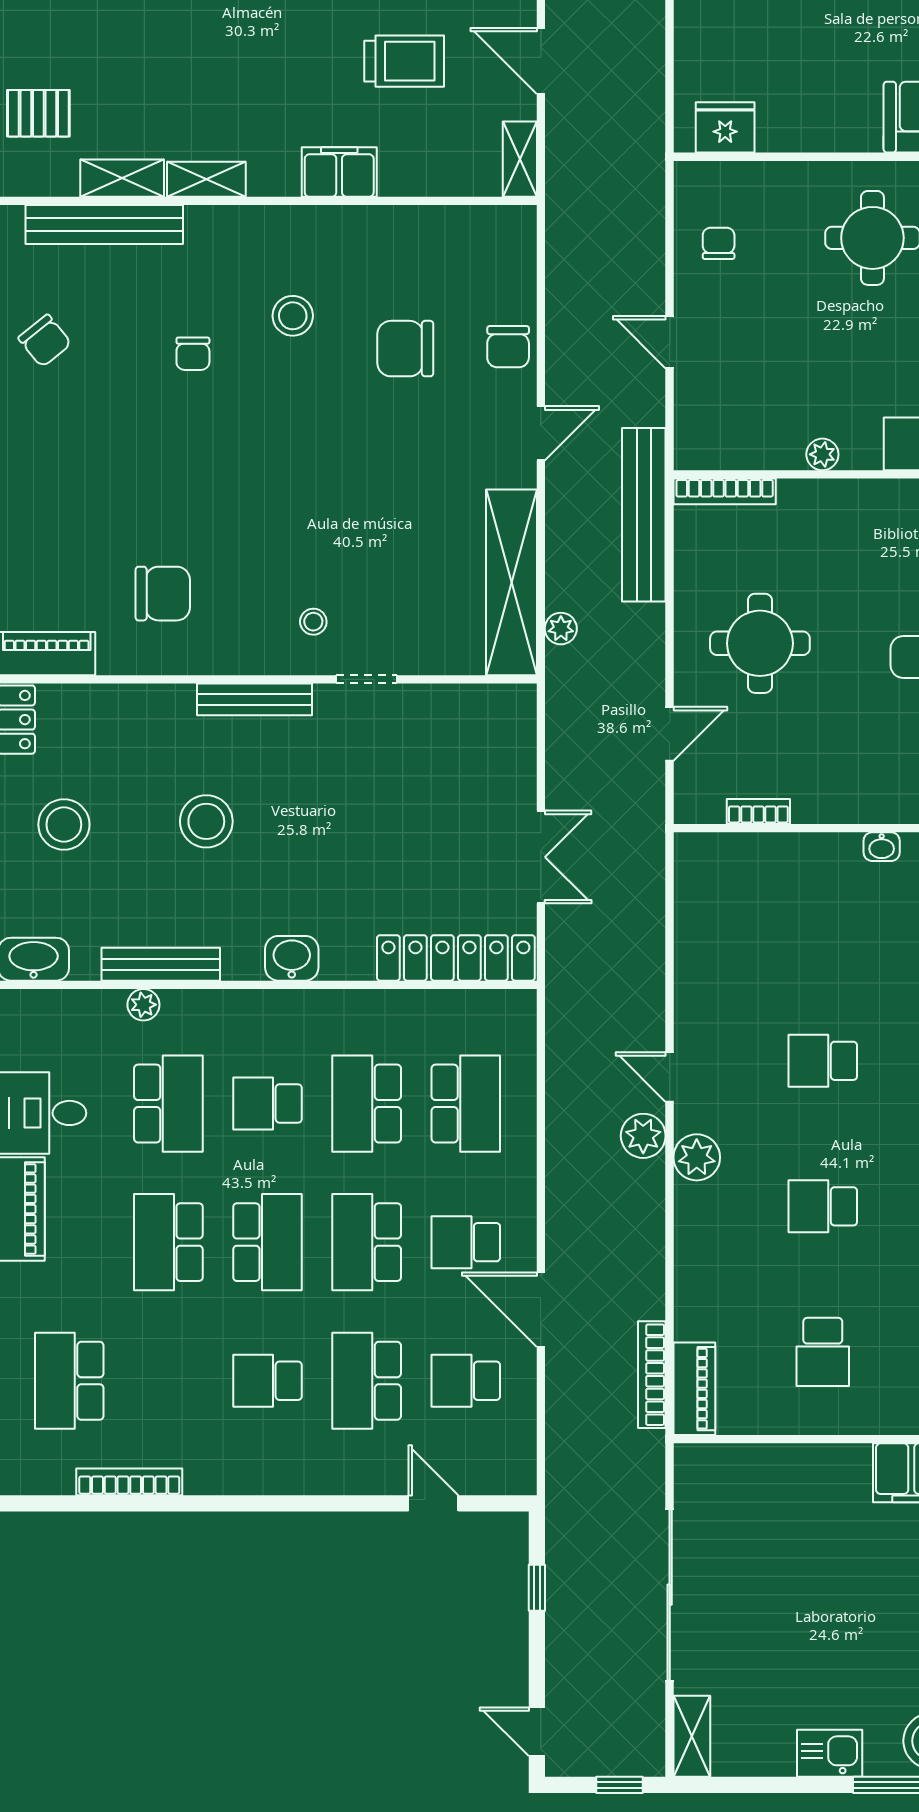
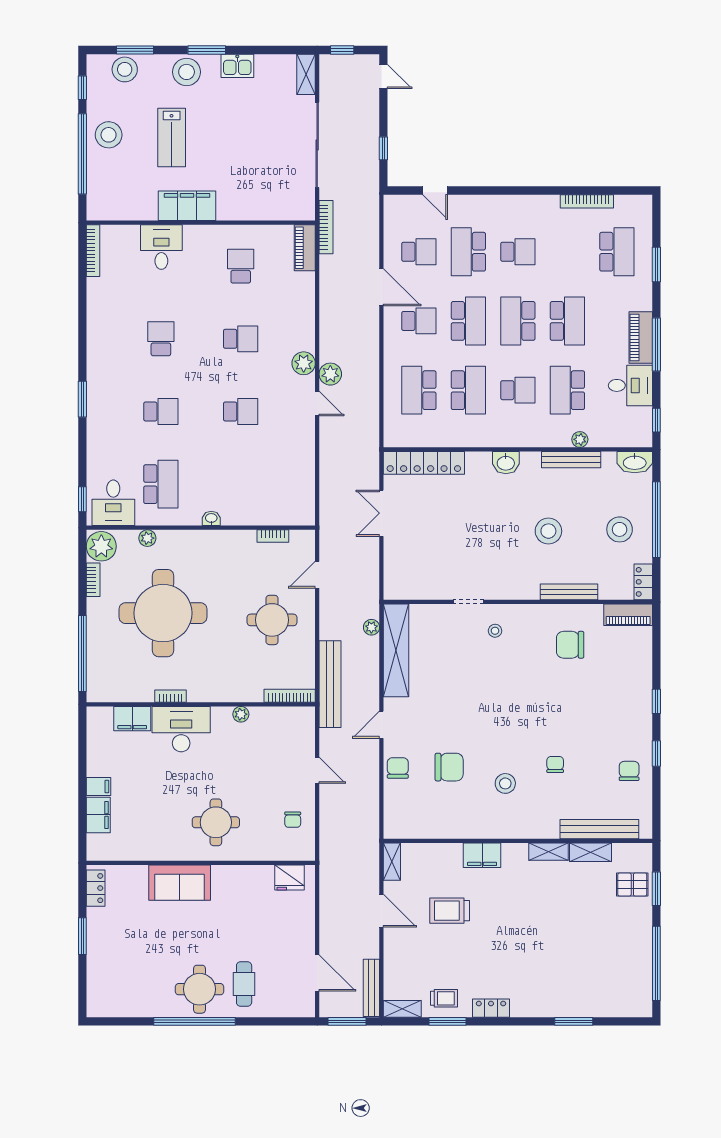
chair: (45, 341) -> (629, 771), turned 39
bench: (255, 699) -> (569, 592), moved
bookcase: (652, 1375) -> (326, 227), moved
school desk: (367, 1381) -> (468, 252), turned 180

